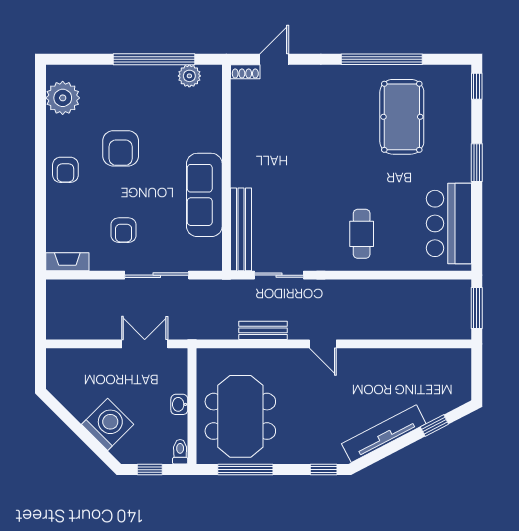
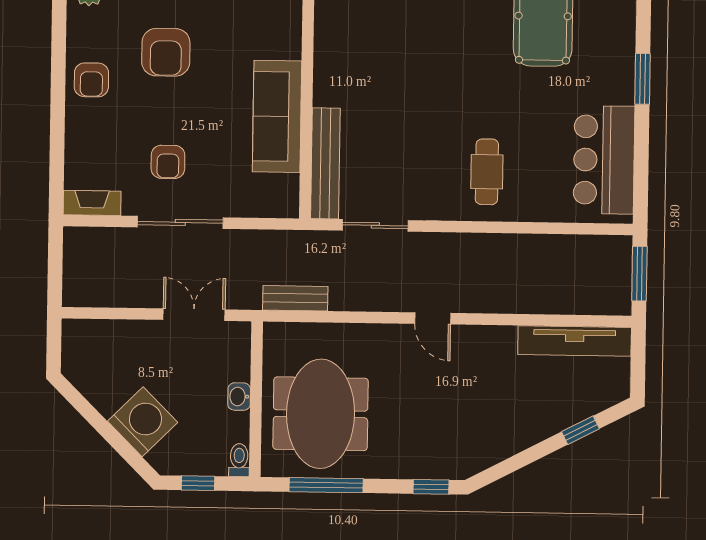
sliding door: (157, 275) -> (180, 222), moved
bench: (263, 330) -> (295, 298), moved
tv unit: (384, 434) -> (575, 341), moved, turned -153

